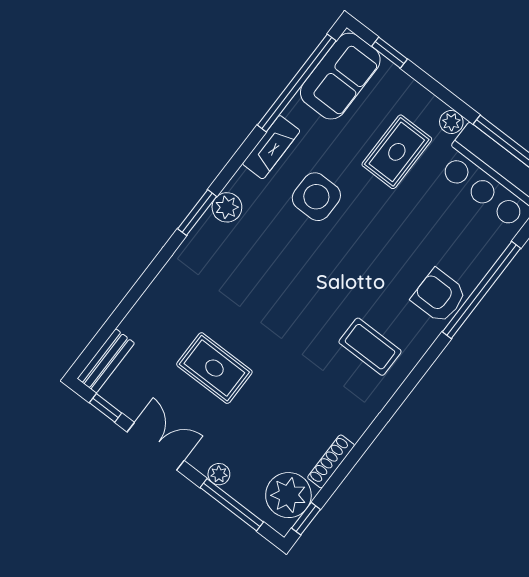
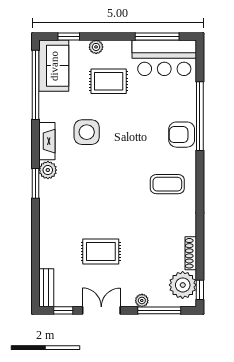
plant: (451, 122) -> (96, 47), moved
fireplace: (271, 147) -> (47, 141), moved
rug: (397, 152) -> (109, 81), turned 90

